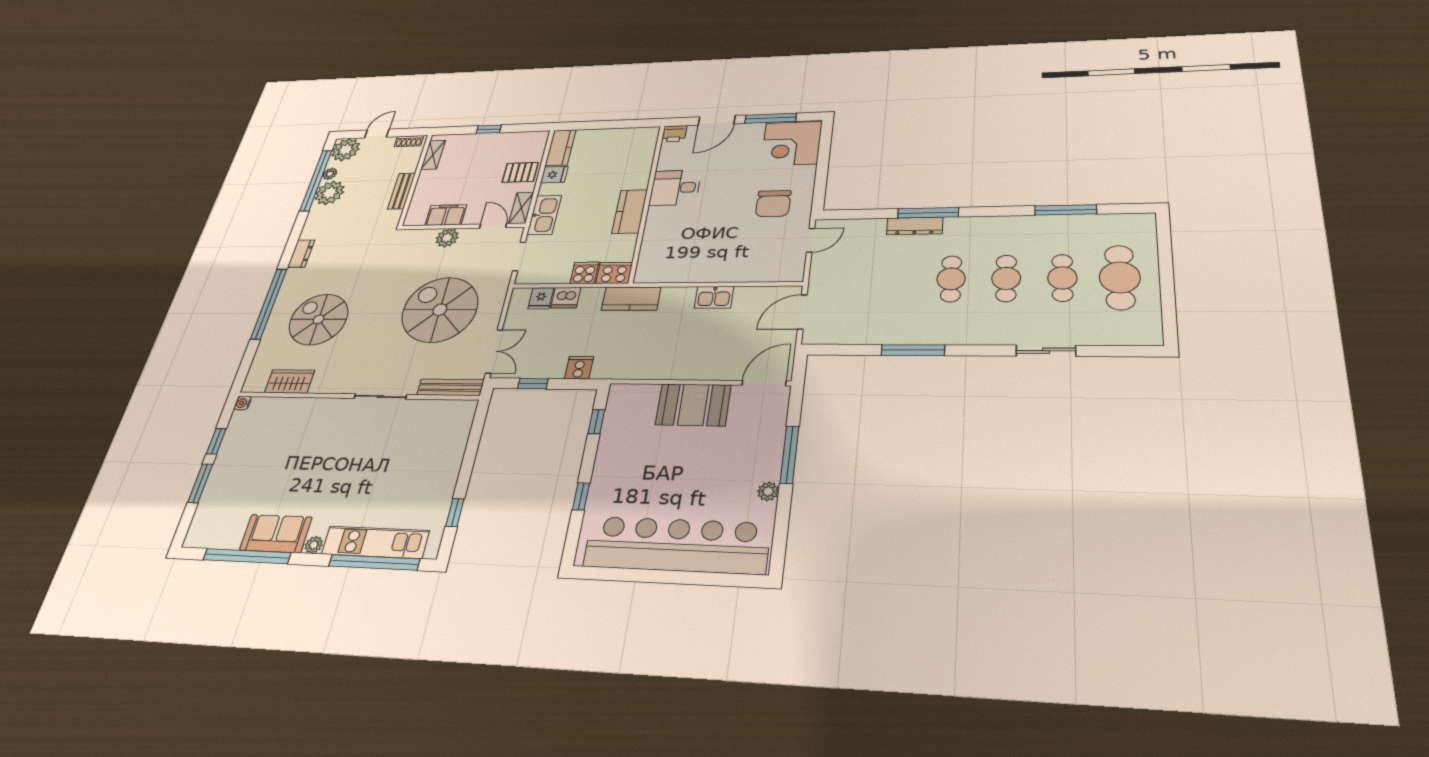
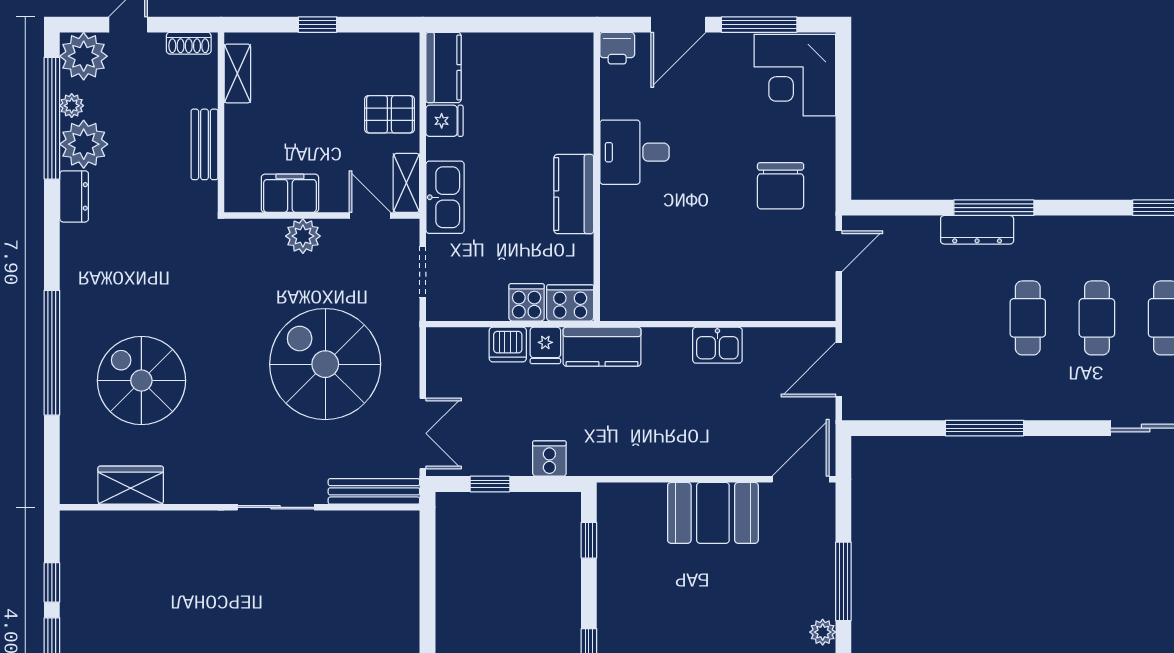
dresser: (301, 254) -> (74, 196), moved
fridge: (541, 298) -> (545, 345), moved
water cooler: (243, 403) -> (70, 521), removed

